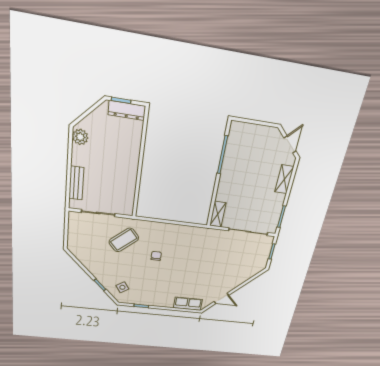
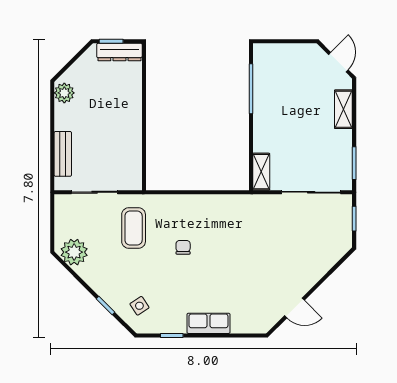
coffee table: (124, 240) -> (134, 228), turned -49
plant: (81, 250) -> (74, 252), added
row of seats: (188, 304) -> (208, 323), moved

